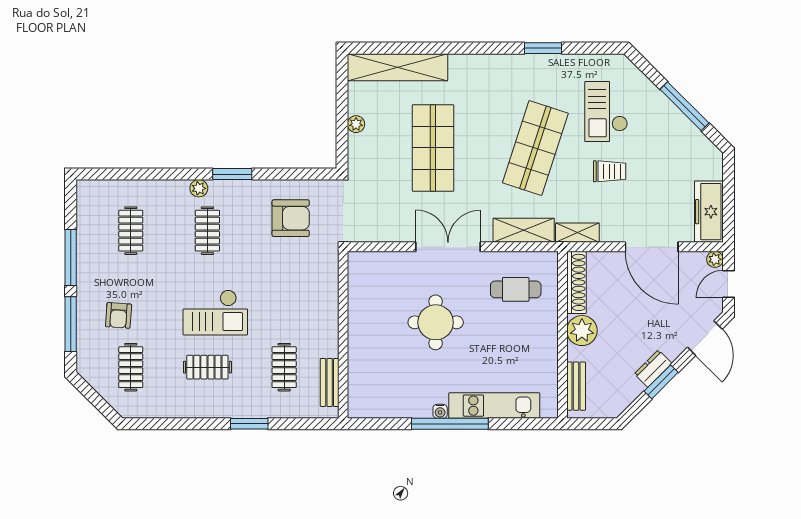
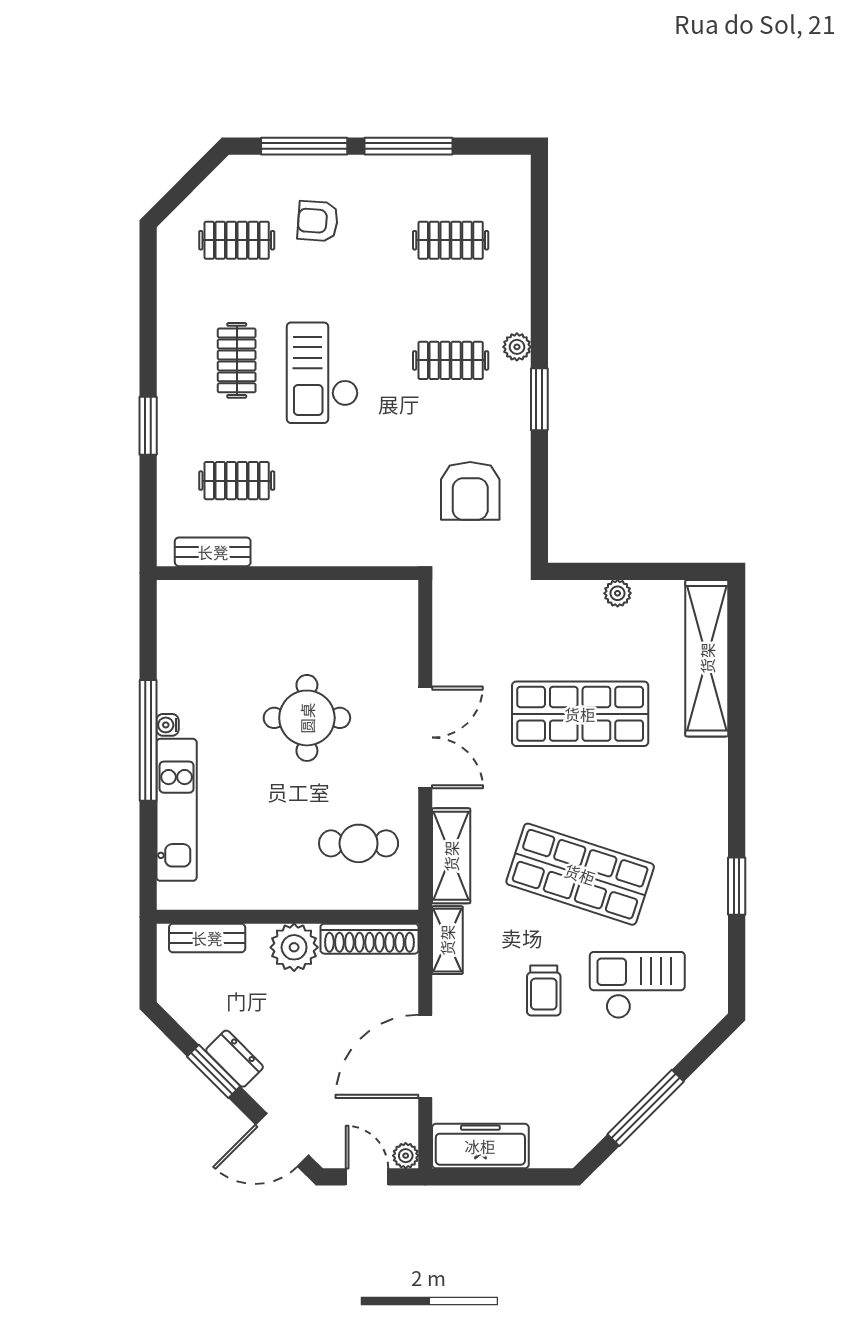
cafe table: (516, 289) -> (359, 843), turned 90

